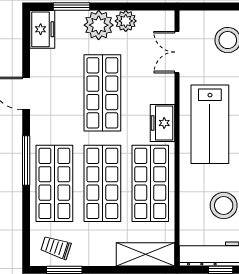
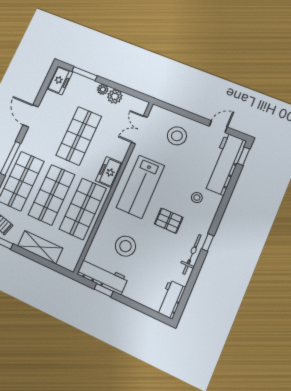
plant: (99, 25) -> (103, 89), width x0.53, depth x0.53
shelving: (146, 254) -> (40, 247), moved

